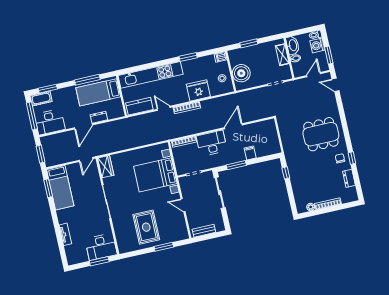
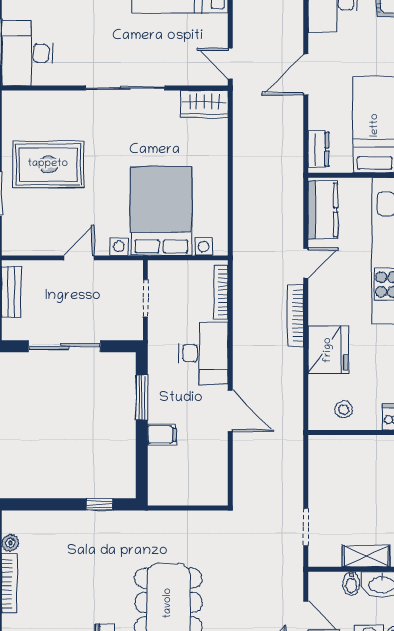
boiler: (241, 73) -> (345, 455), removed
dresser: (99, 117) -> (318, 149), moved
door: (83, 126) -> (306, 74), hinge flipped
sliding door: (220, 193) -> (64, 346), moved

